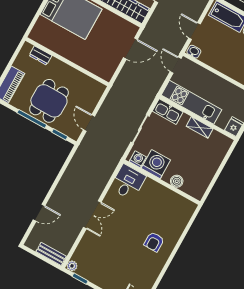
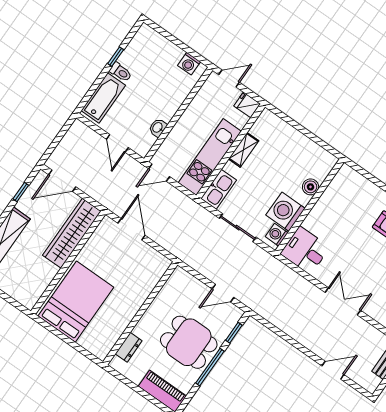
door: (195, 31) -> (117, 143), hinge flipped
washbasin: (194, 52) -> (158, 128), moved
door: (39, 213) -> (333, 370), hinge flipped

